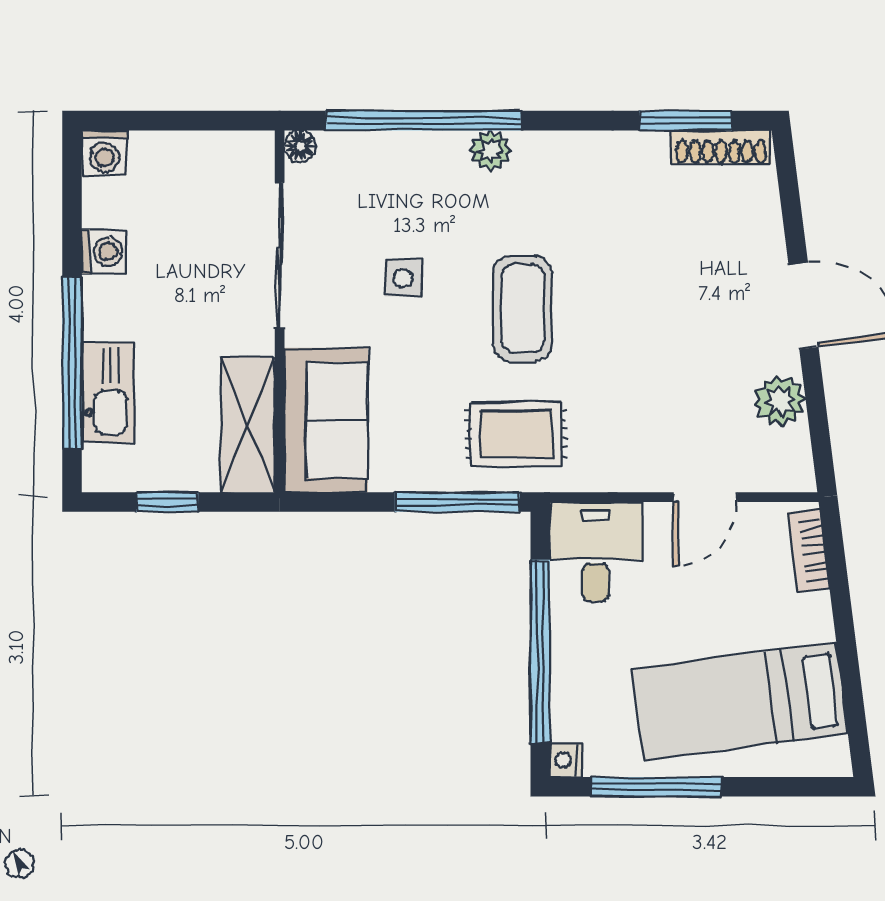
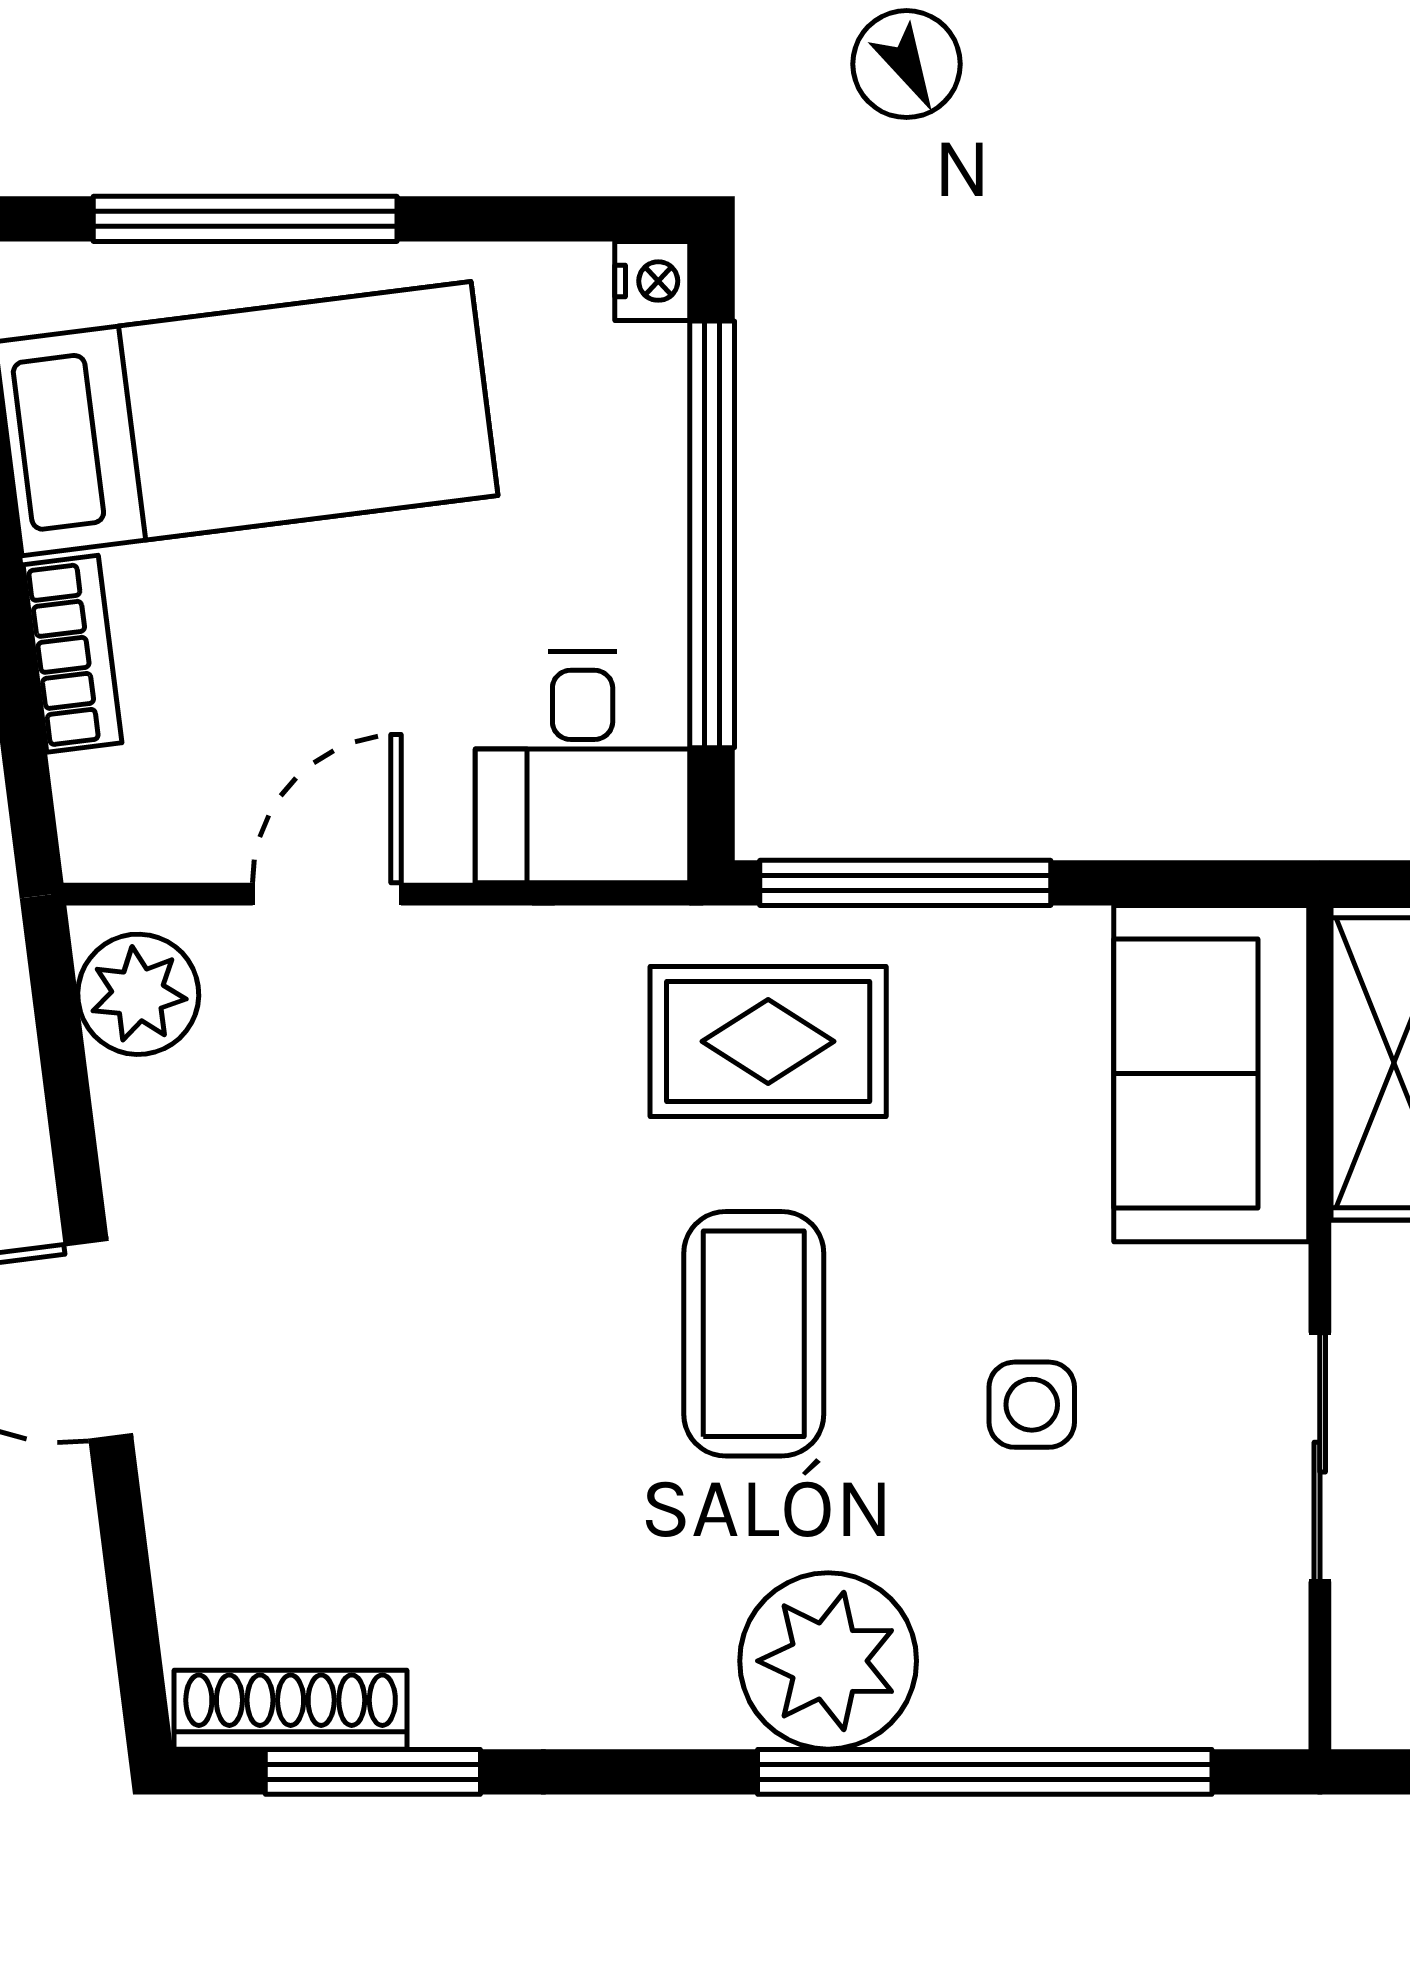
floor lamp: (300, 146) -> (1272, 1713), removed
plant: (491, 150) -> (828, 1661), width x1.87, depth x1.87
sliding door: (280, 256) -> (1320, 1457), width x0.73
plant: (780, 401) -> (138, 994), moved
bookcase: (808, 551) -> (73, 654), moved
window: (655, 787) -> (245, 219), moved

